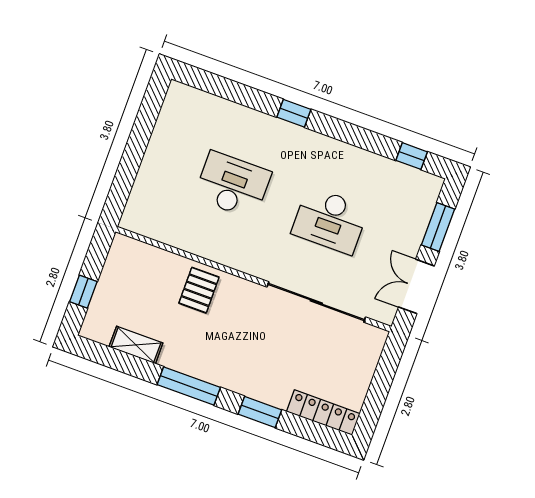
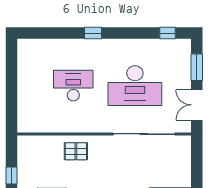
desk: (330, 220) -> (135, 86), width x1.36, depth x1.30
pallet: (199, 290) -> (76, 151), turned 90

